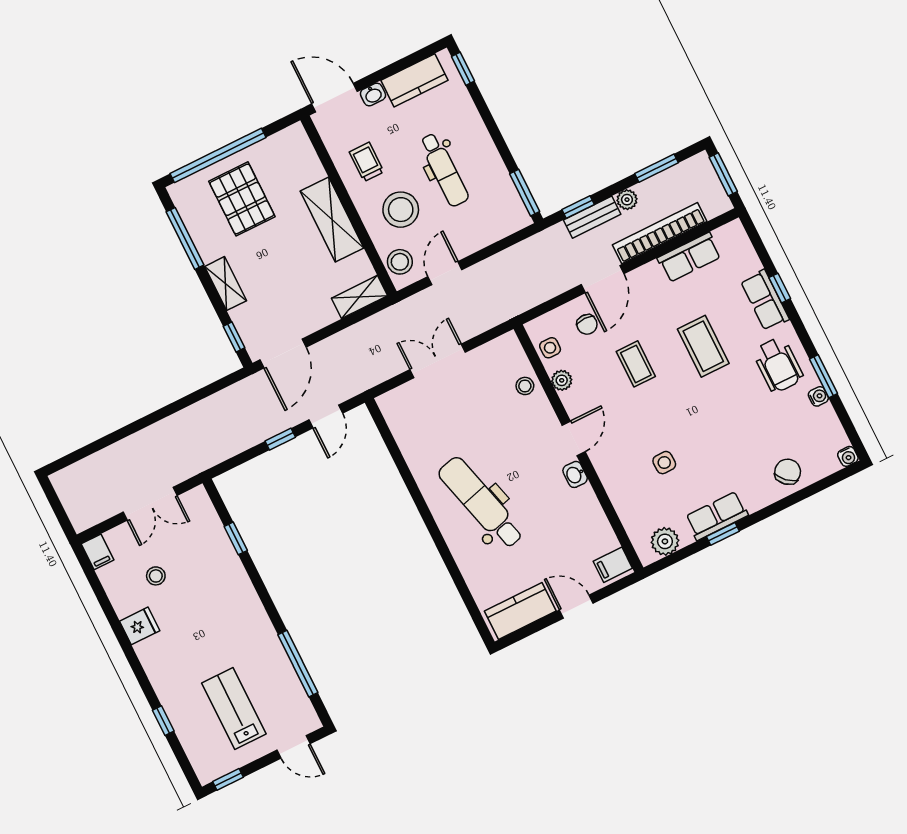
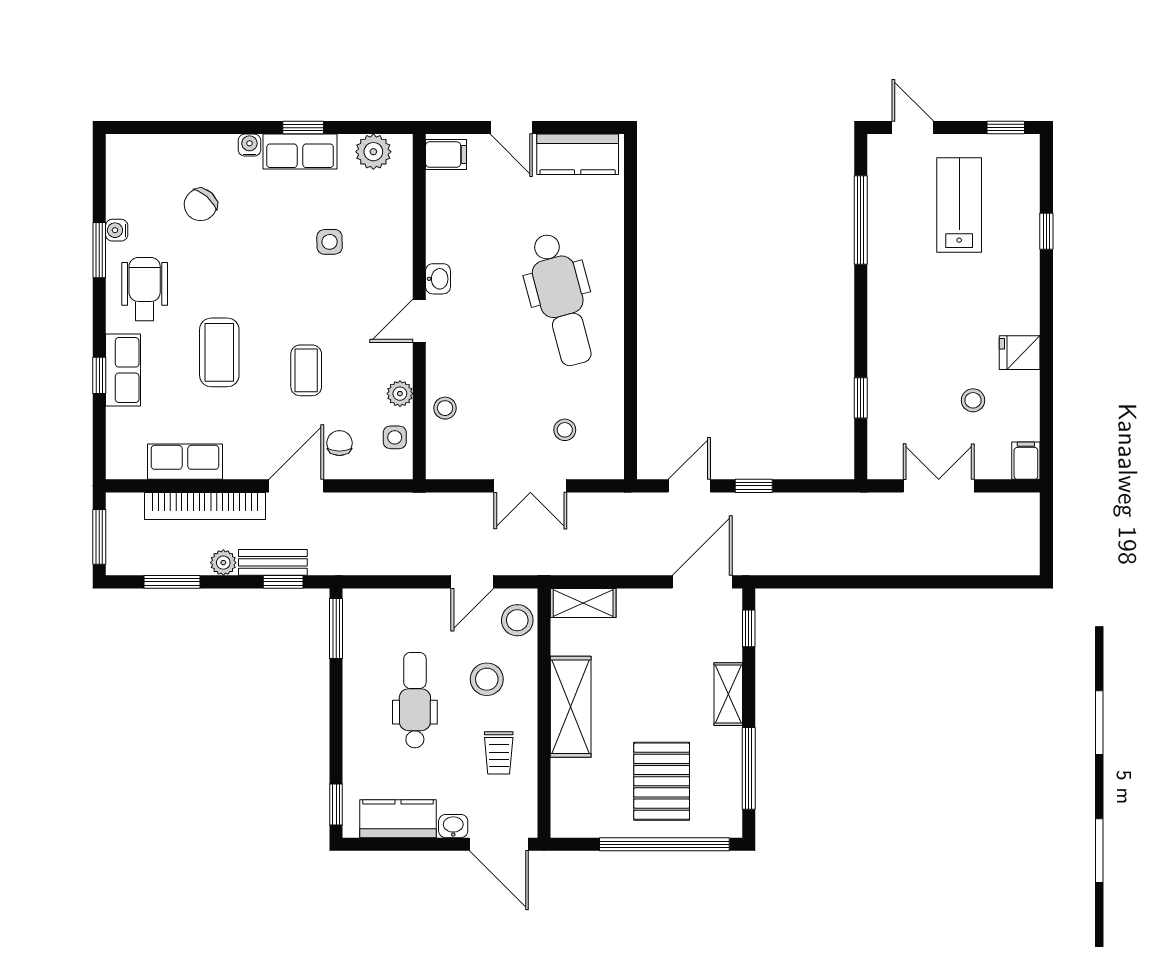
stool: (401, 210) -> (487, 679), width x0.73, depth x0.73
stool: (433, 412) -> (565, 430), added
water cooler: (848, 456) -> (249, 145), moved
chair: (788, 472) -> (201, 205), moved
lab bench: (234, 709) -> (959, 205), turned 180

